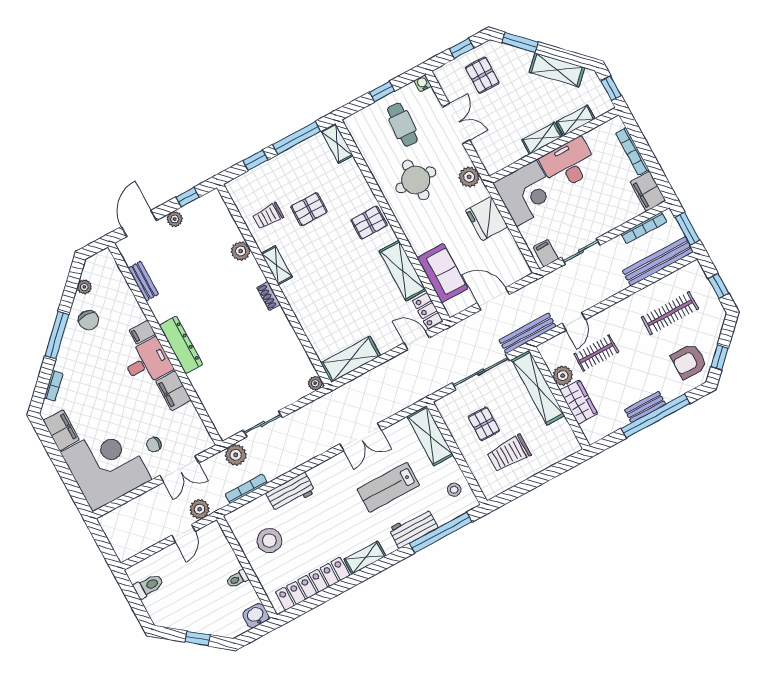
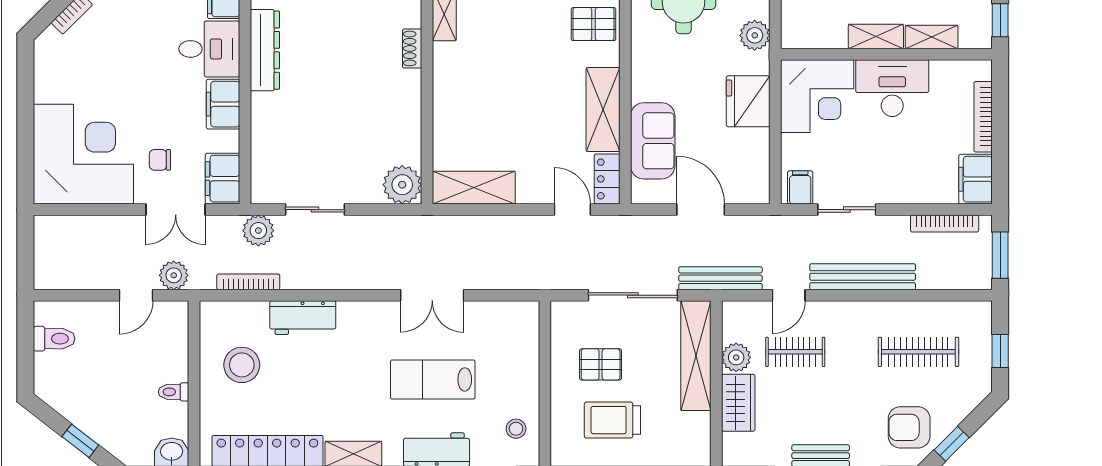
bench: (658, 261) -> (863, 277), moved
plant: (315, 383) -> (402, 185), width x1.87, depth x1.87
pallet: (484, 424) -> (601, 364), turned 90
filing cabinet: (61, 430) -> (222, 179), moved, turned 180
shelving: (430, 436) -> (523, 342), removed

